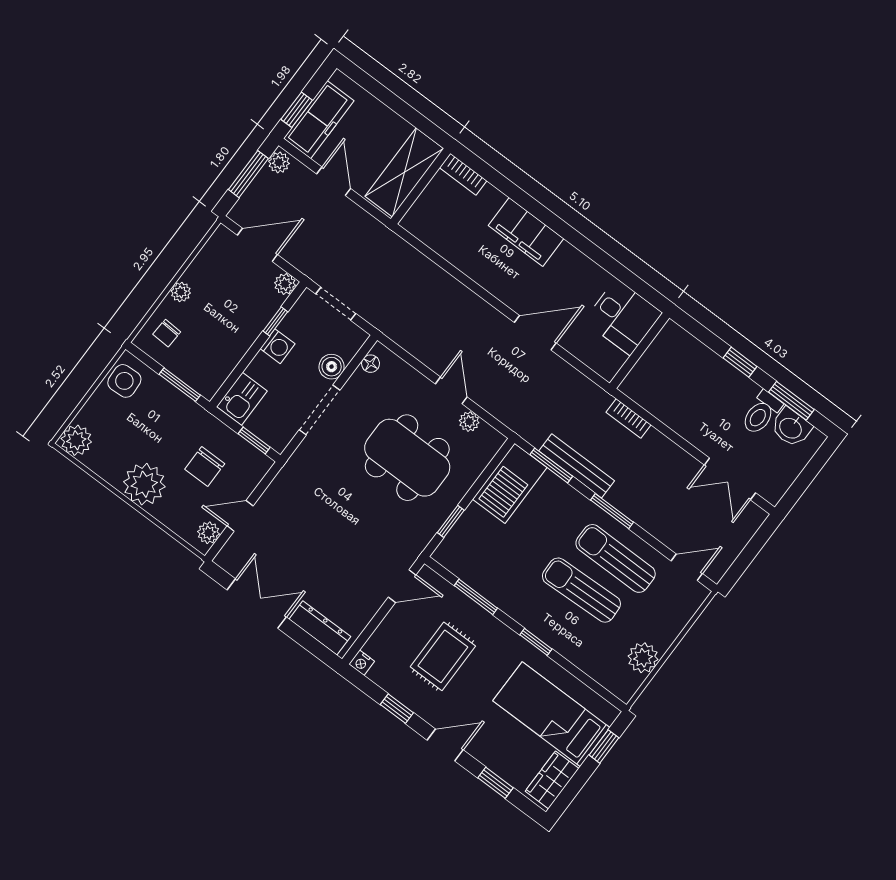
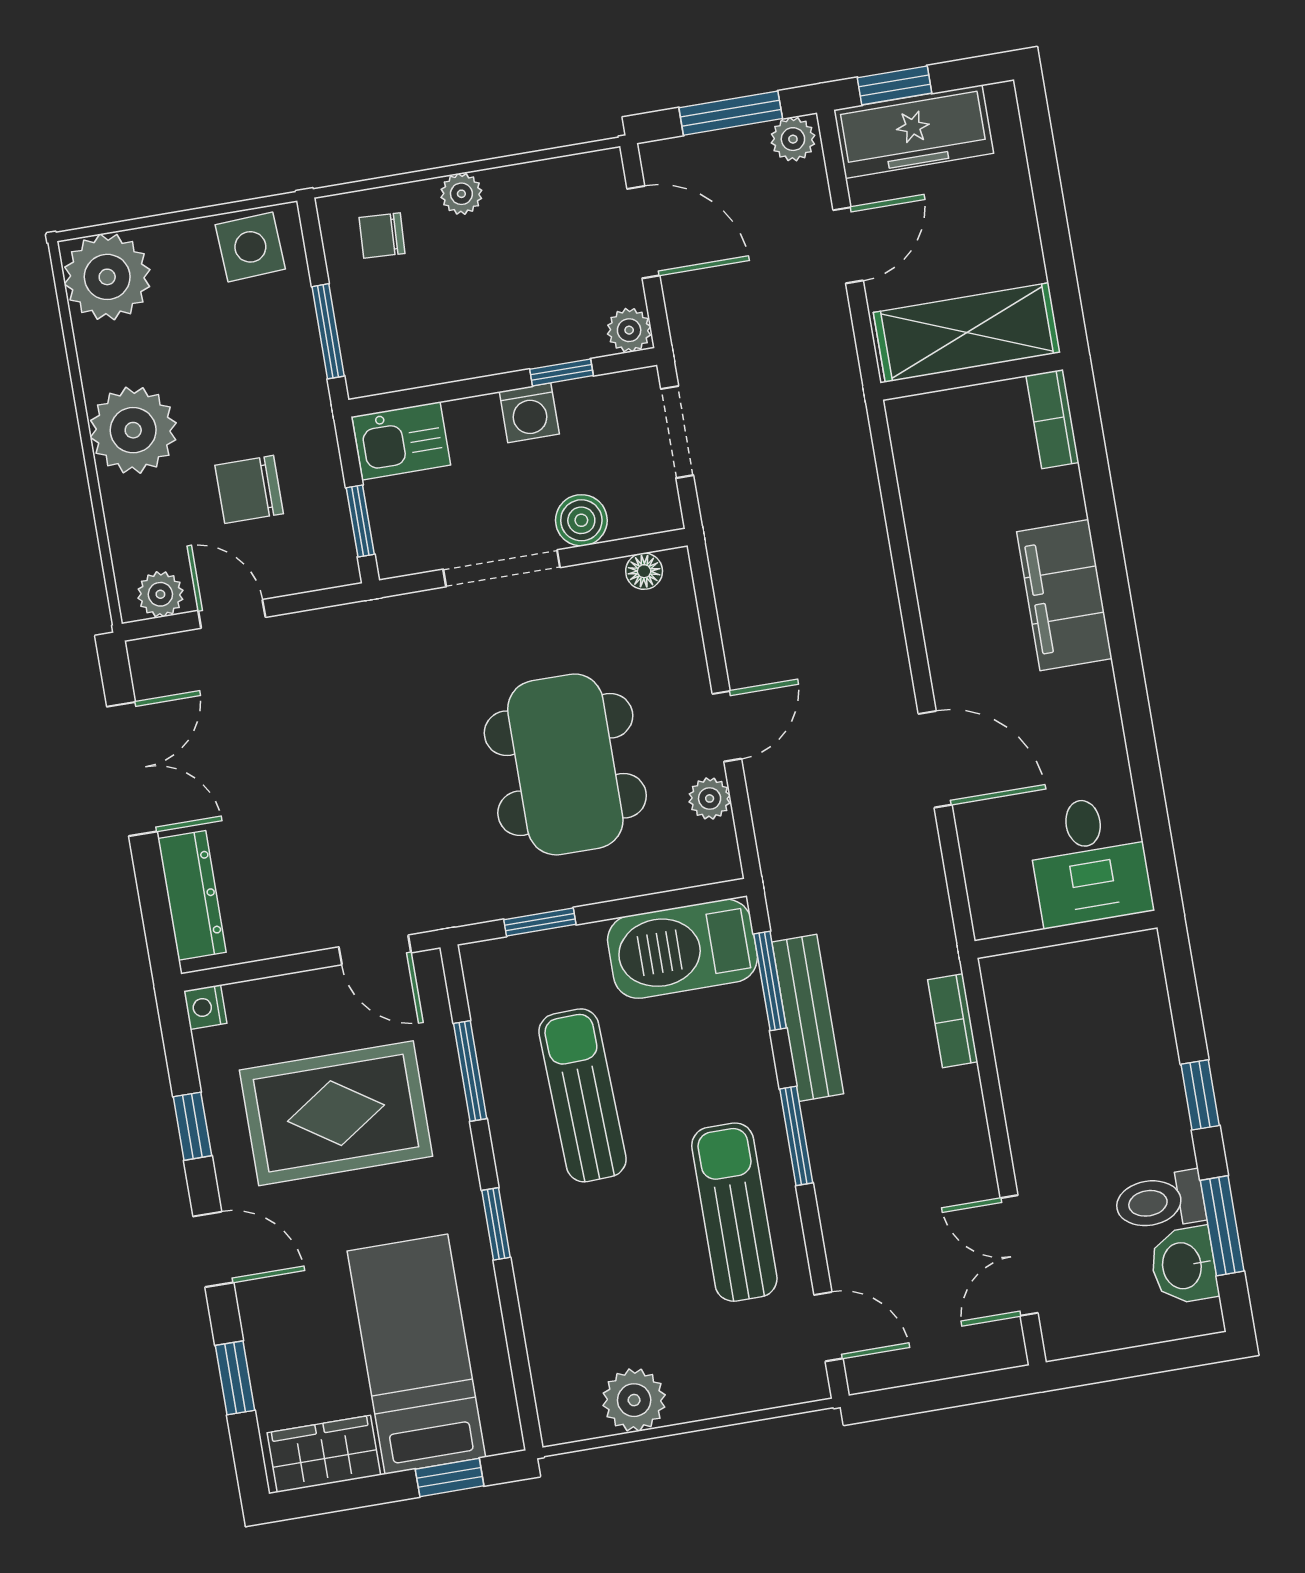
plant: (76, 440) -> (107, 277), width x1.36, depth x1.36
sun lounger: (581, 590) -> (583, 1095), moved
rug: (443, 656) -> (336, 1113), width x1.36, depth x1.43

